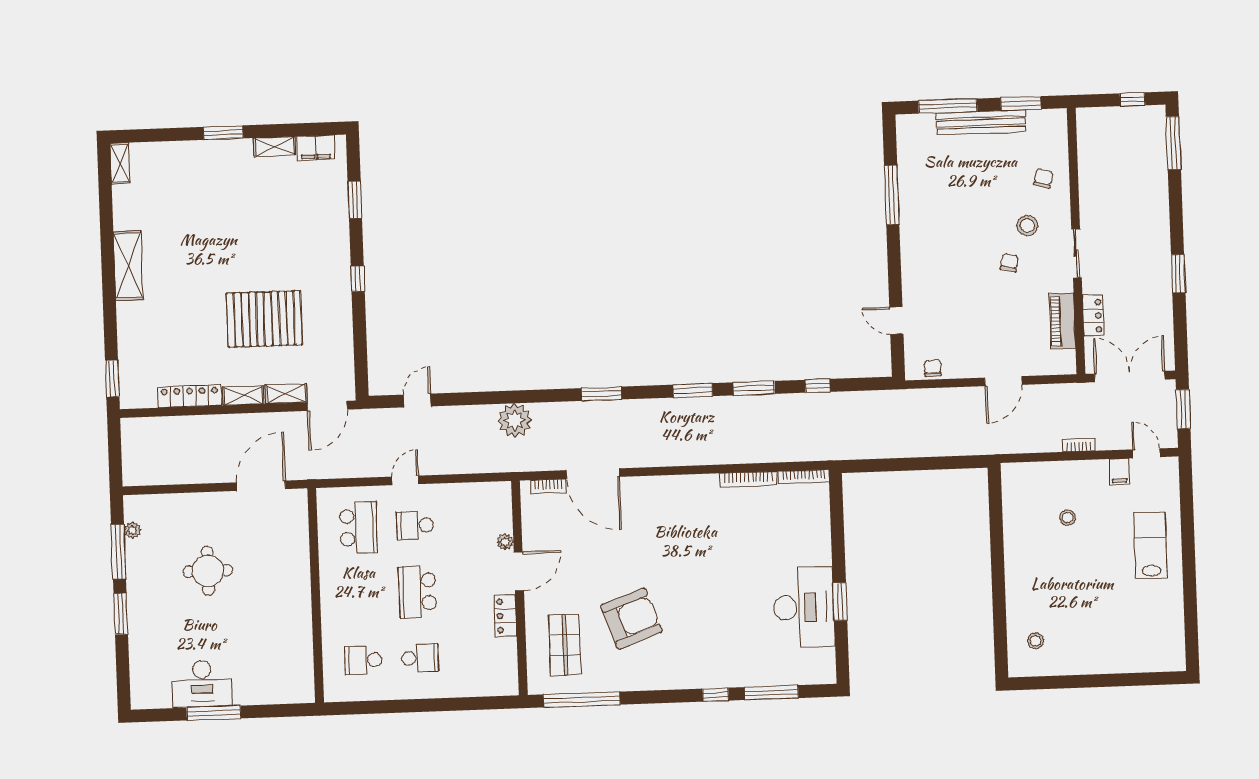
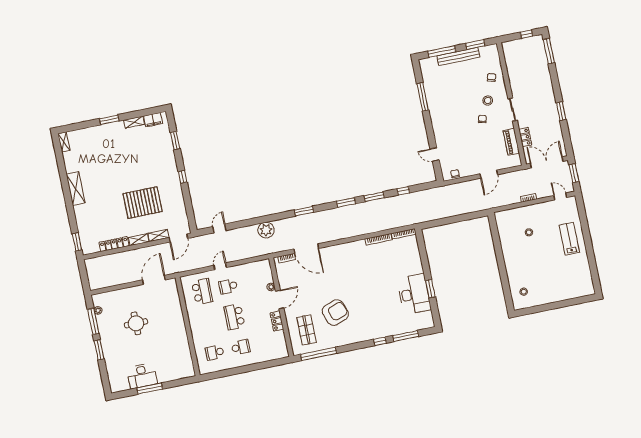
filing cabinet: (1119, 472) -> (549, 207), removed

